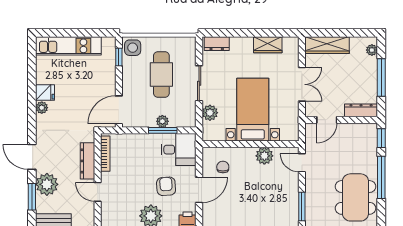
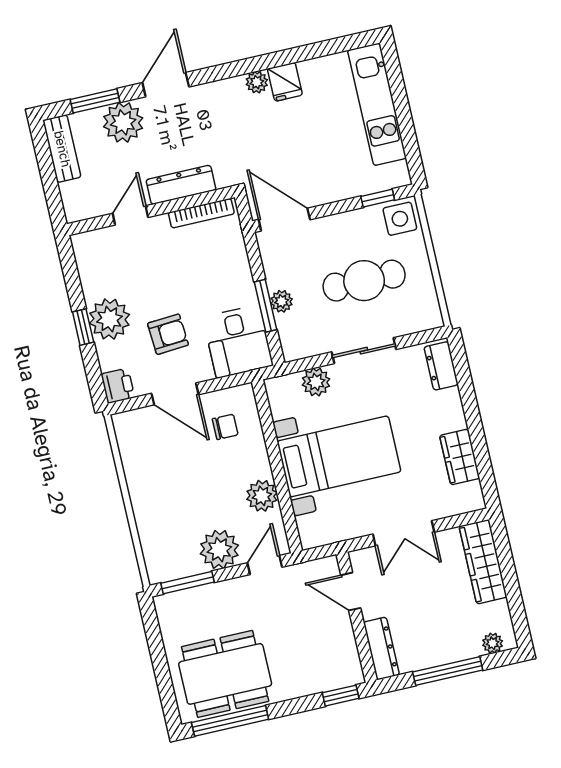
window: (381, 177) -> (230, 721), moved
plant: (288, 185) -> (219, 550), added

